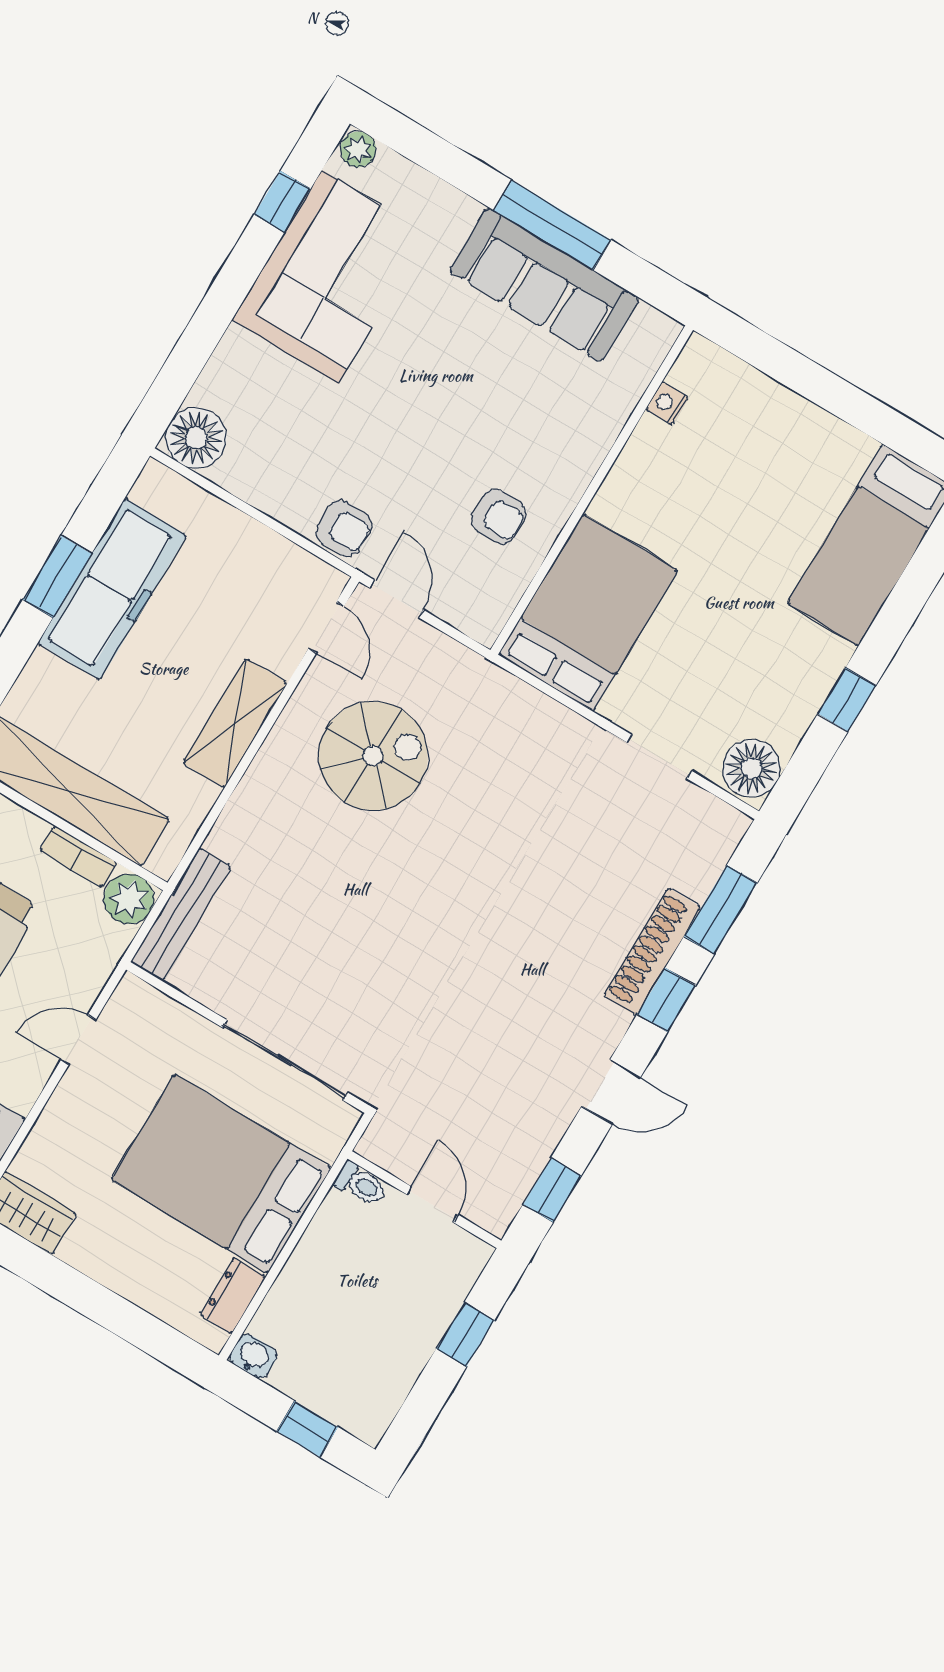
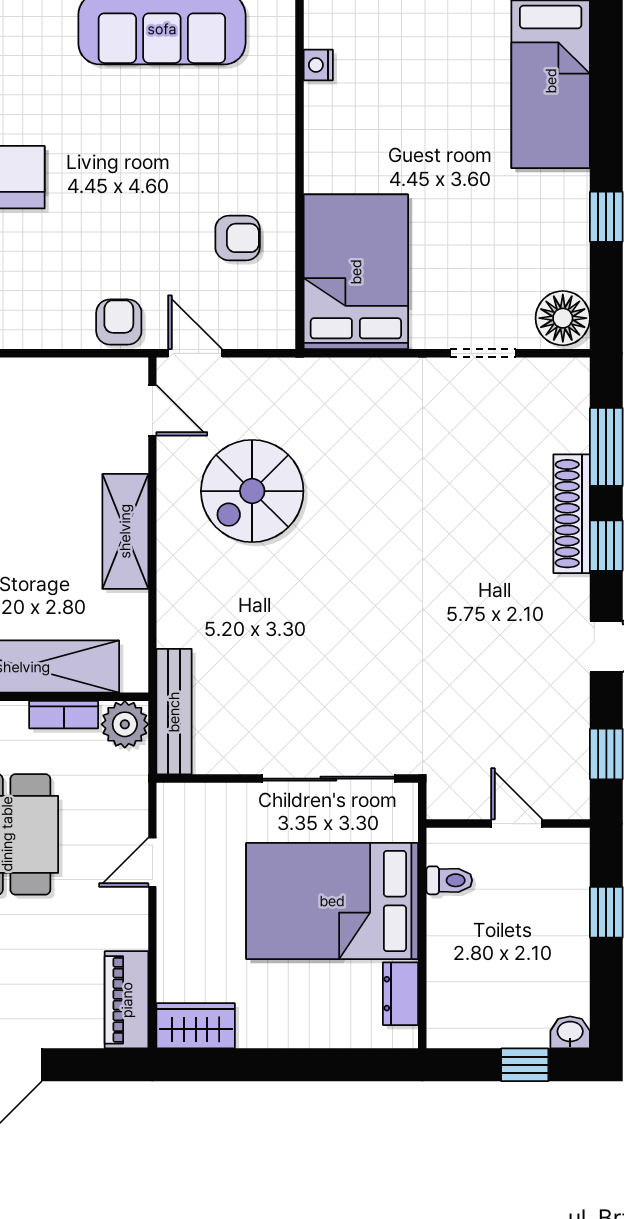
armchair: (344, 528) -> (119, 322), turned -90
spiral stairs: (373, 756) -> (252, 491), turned 180
toilet: (361, 1184) -> (449, 880), moved
washbasin: (253, 1356) -> (570, 1032), moved

